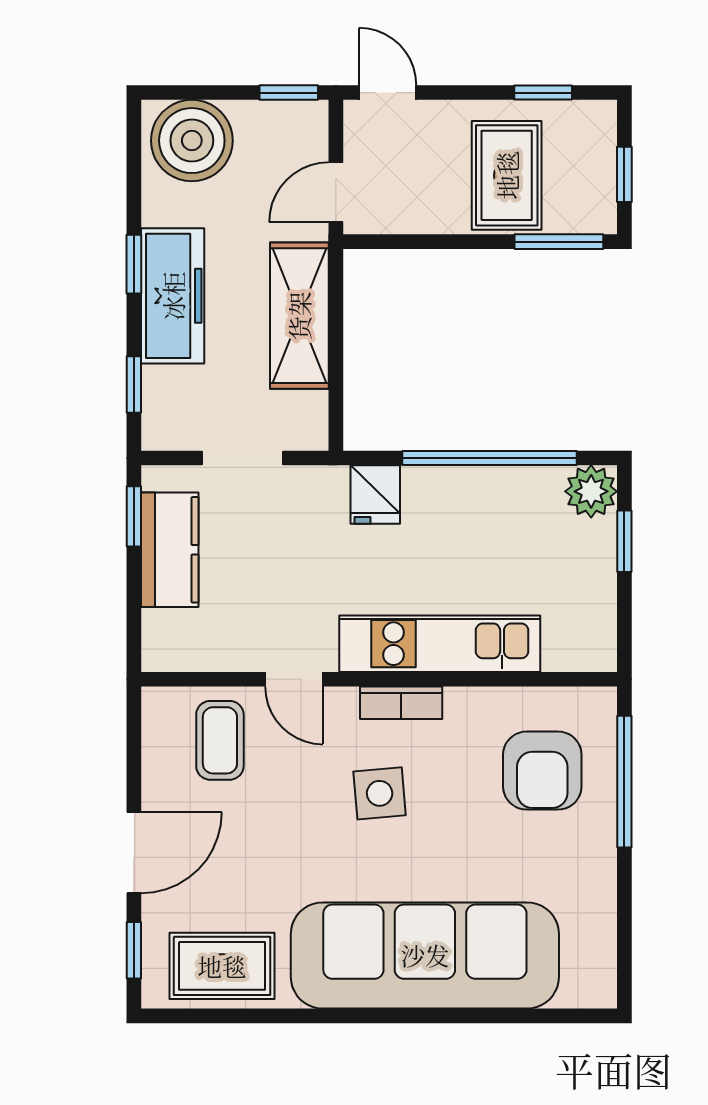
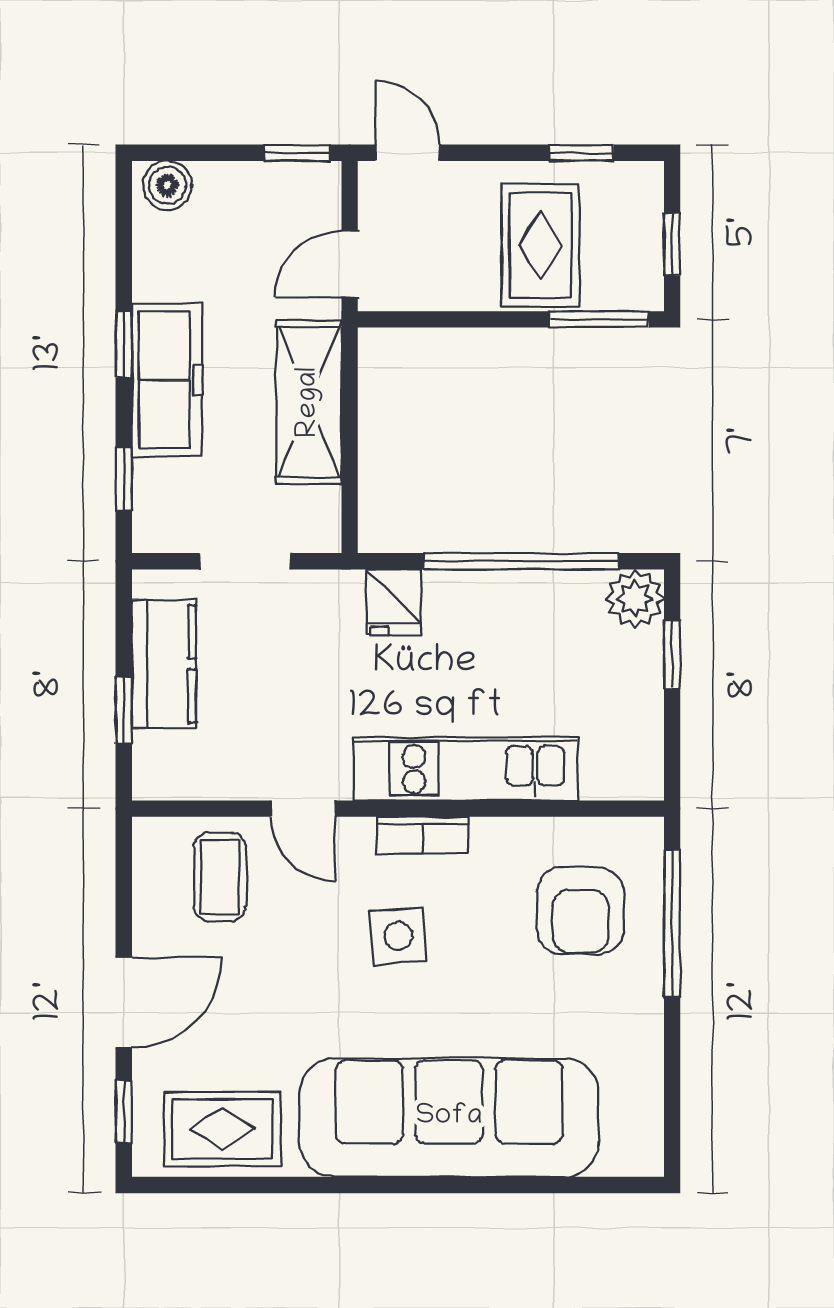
boiler: (192, 141) -> (167, 185), width x0.54, depth x0.54
window: (134, 516) -> (124, 710), moved

